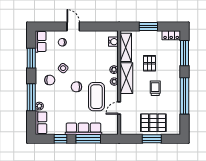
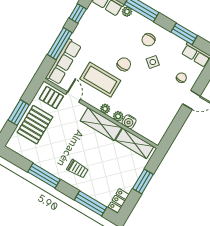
water cooler: (113, 42) -> (129, 122), moved
pallet: (149, 63) -> (51, 98), moved
trolley: (155, 88) -> (78, 169), moved
window: (184, 96) -> (44, 176), width x0.68
row of seats: (83, 129) -> (64, 62), moved

